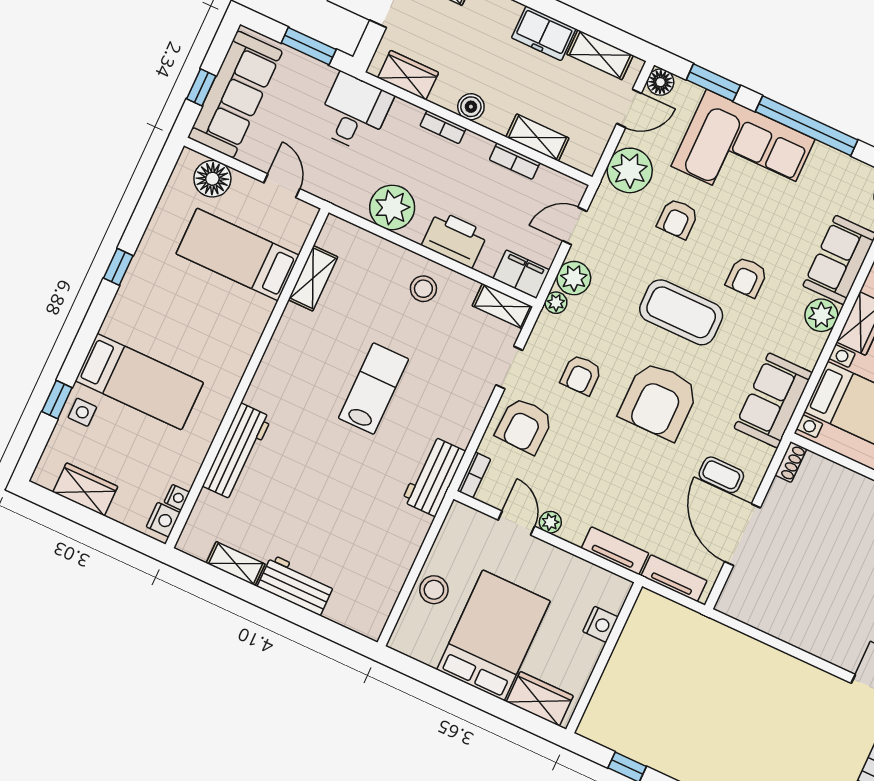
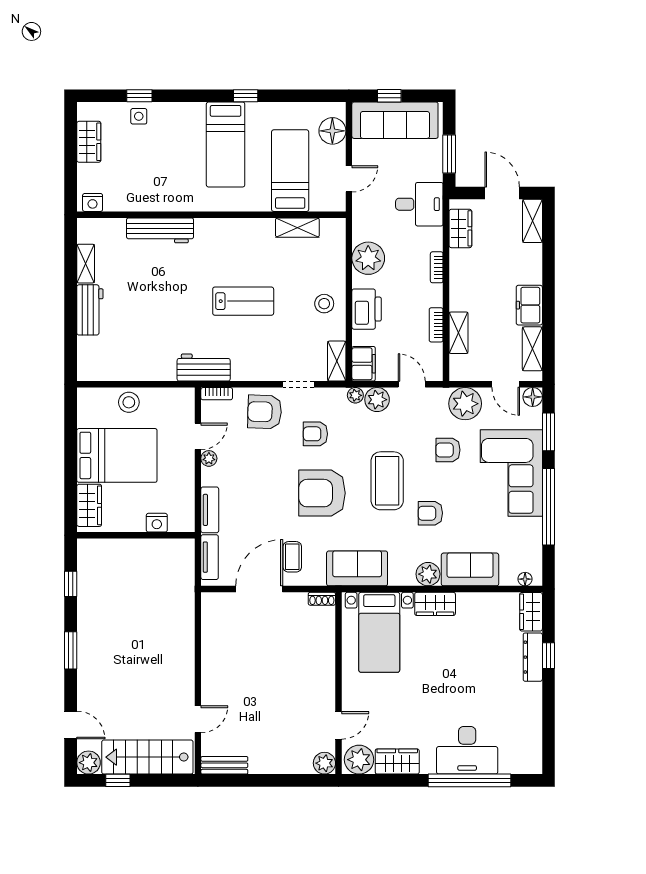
boiler: (471, 107) -> (459, 279), removed
bed: (139, 382) -> (226, 145), moved
nightstand: (177, 497) -> (112, 205), removed

